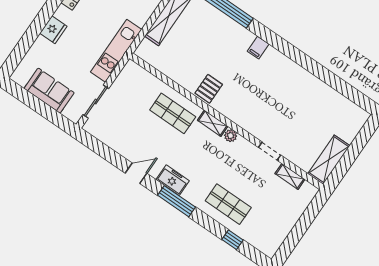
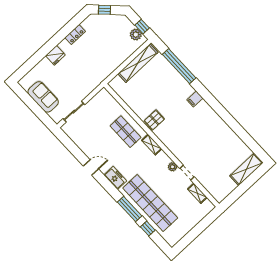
kitchen unit: (116, 51) -> (96, 79), removed
plant: (231, 136) -> (173, 167), moved
shelving: (329, 160) -> (246, 169), moved
window: (177, 201) -> (130, 209), moved
shop shelf: (228, 204) -> (150, 203), width x2.00, depth x1.36

